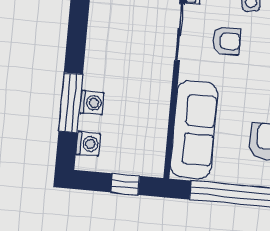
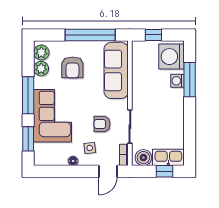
washing machine: (88, 144) -> (171, 57), width x1.89, depth x1.89

